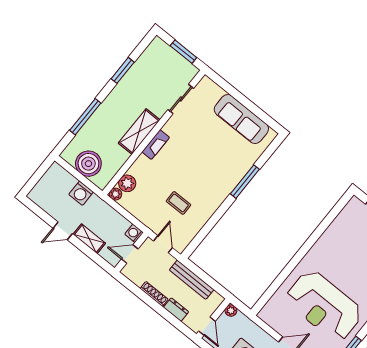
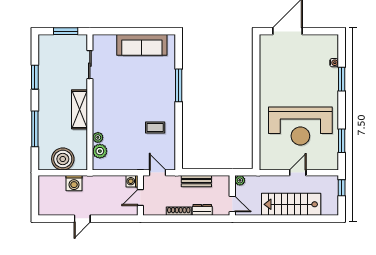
fireplace: (156, 145) -> (98, 109), removed
plant: (115, 194) -> (98, 137), moved
coffee table: (178, 203) -> (155, 128), moved
shelving: (89, 239) -> (105, 209), removed
bench: (192, 280) -> (196, 181), width x0.73

